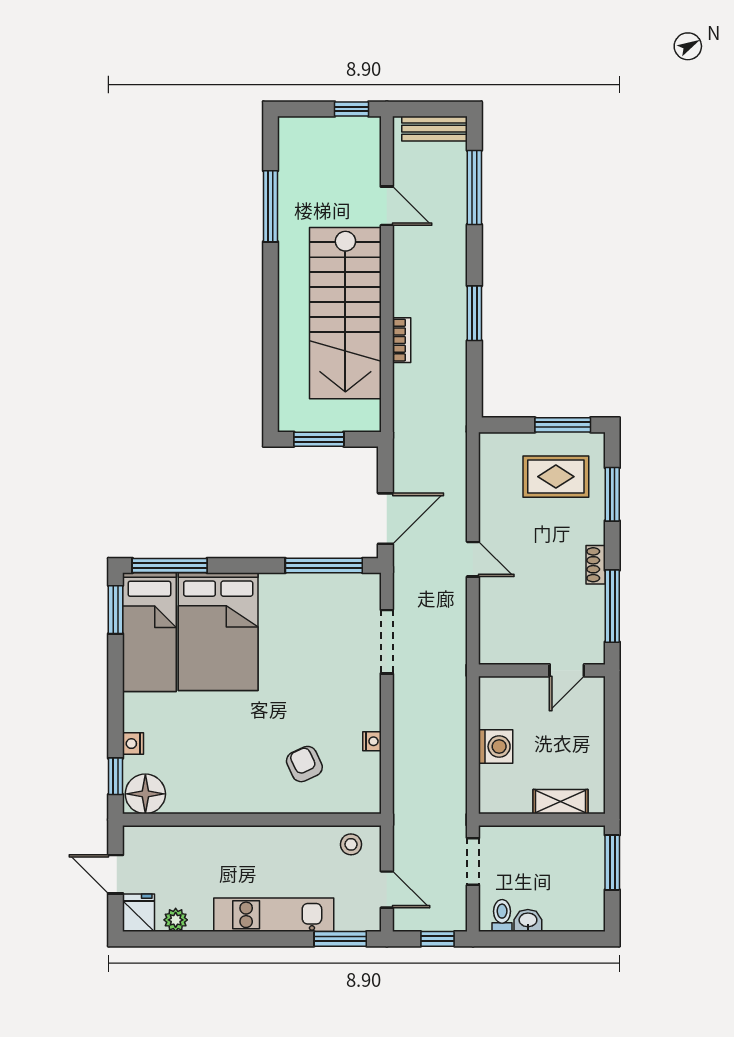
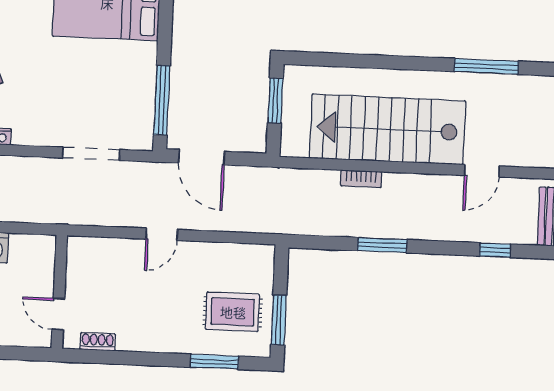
window: (474, 187) -> (495, 250), width x0.46
rug: (556, 477) -> (233, 312), turned 90
shoe rack: (596, 565) -> (98, 342), moved
window: (612, 606) -> (114, 357), removed

